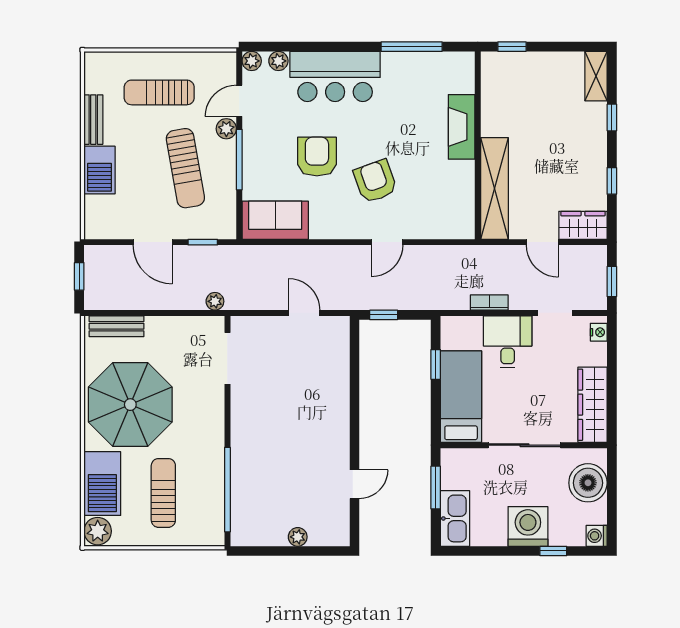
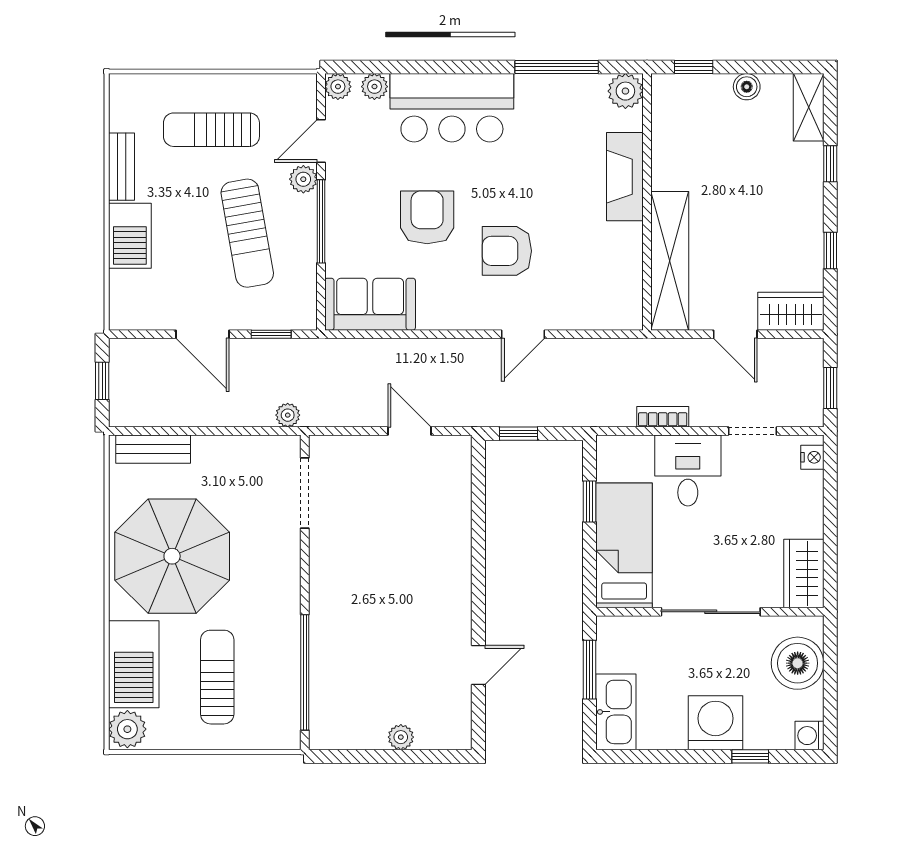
boiler: (551, 61) -> (747, 87), added
plant: (462, 64) -> (625, 91), added
armchair: (375, 181) -> (507, 251), turned -70
wardrobe: (593, 405) -> (804, 574), width x0.67

